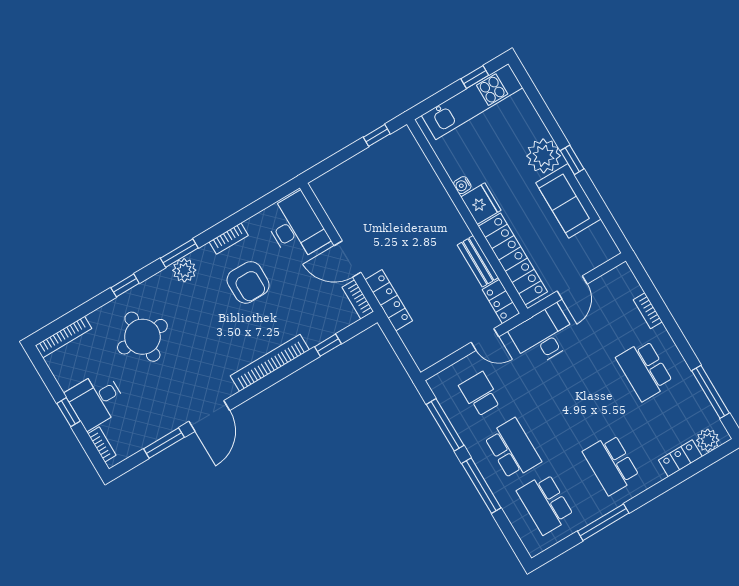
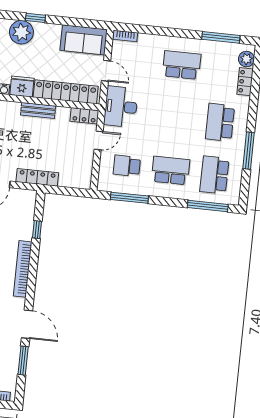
sofa: (568, 201) -> (84, 40), moved
bench: (478, 261) -> (38, 110), moved
bookcase: (358, 299) -> (24, 194), removed
bookcase: (648, 311) -> (125, 36), moved
school desk: (645, 370) -> (182, 65), turned 180
school desk: (611, 464) -> (220, 122), turned 90
window: (481, 486) -> (208, 206), moved
school desk: (545, 504) -> (214, 175), turned 90

